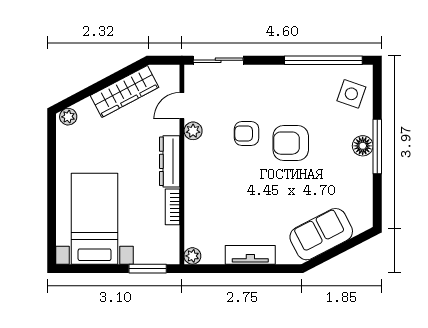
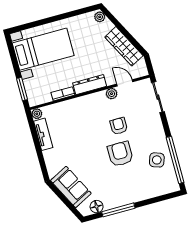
side table: (351, 94) -> (157, 160), moved
floor lamp: (363, 146) -> (97, 207), moved
window: (377, 146) -> (118, 210), moved
tv unit: (250, 255) -> (43, 134), moved

